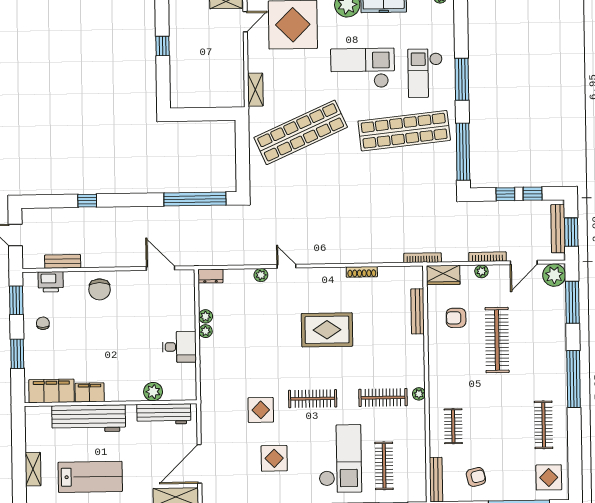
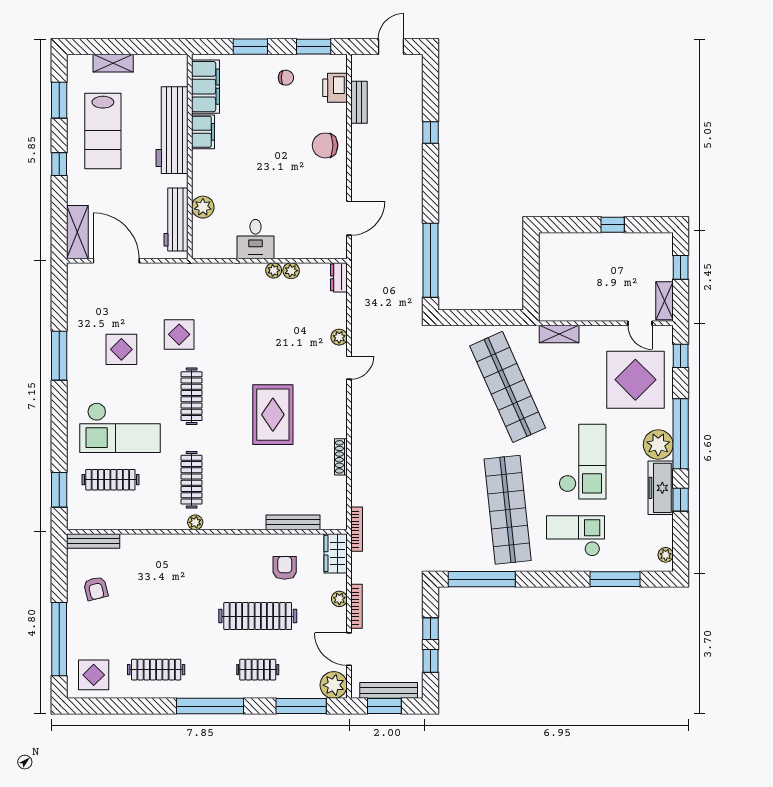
window: (462, 79) -> (615, 579), moved
clothes rail: (453, 426) -> (258, 670), moved

